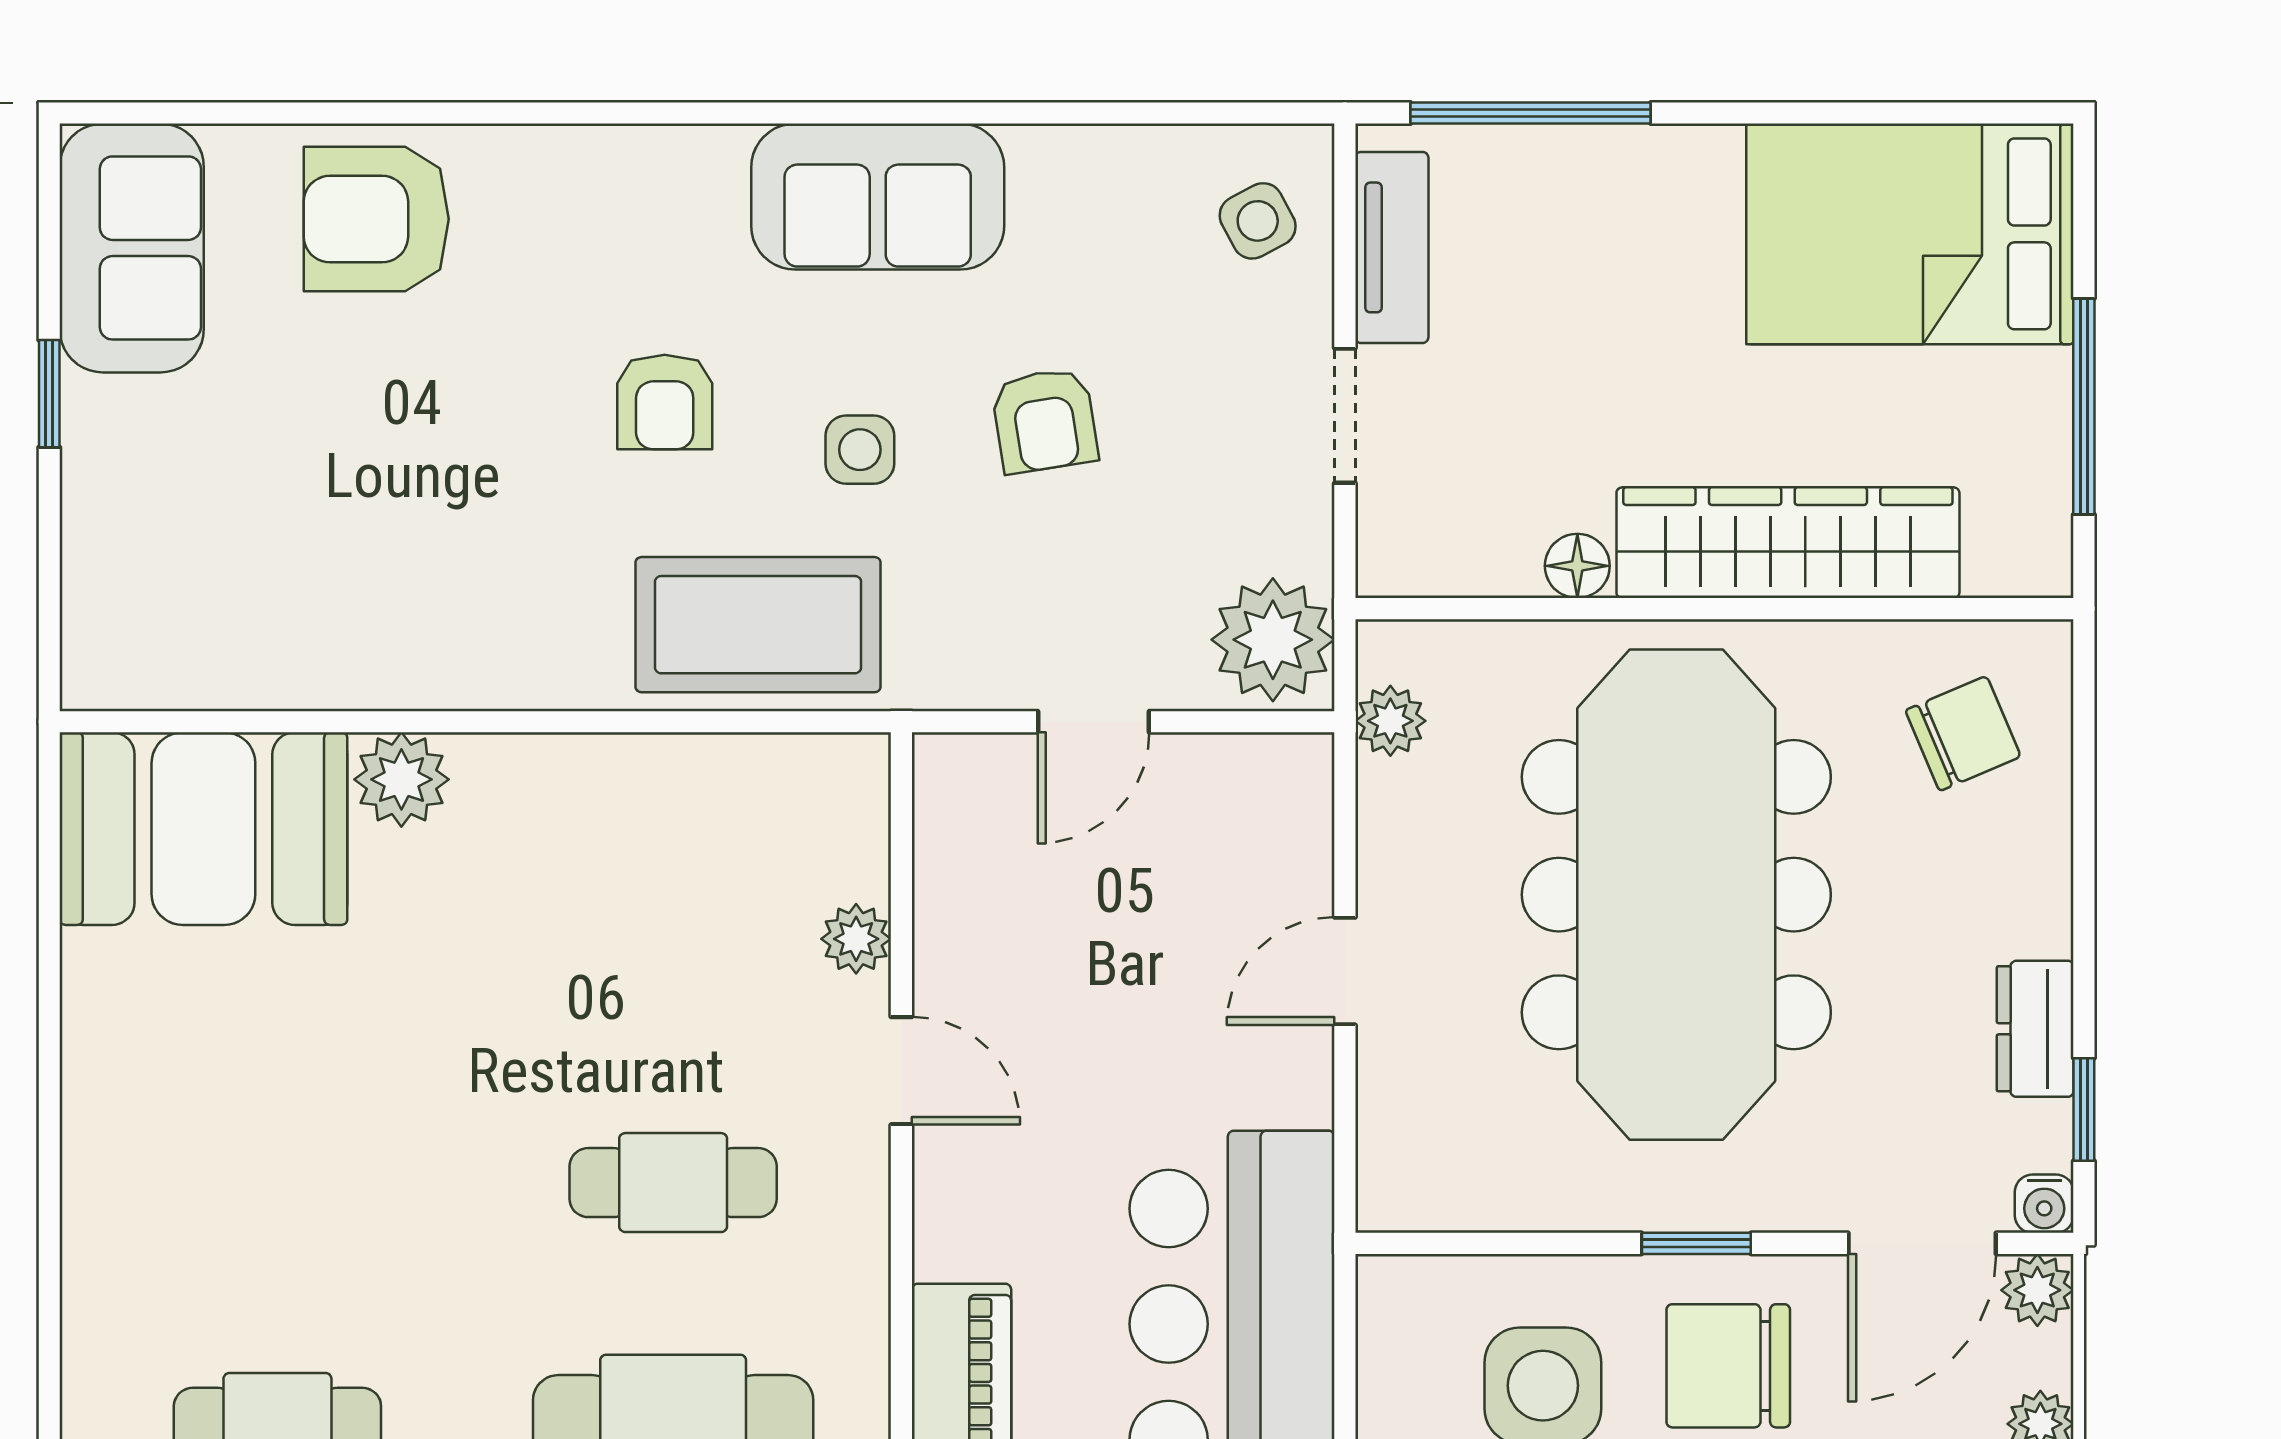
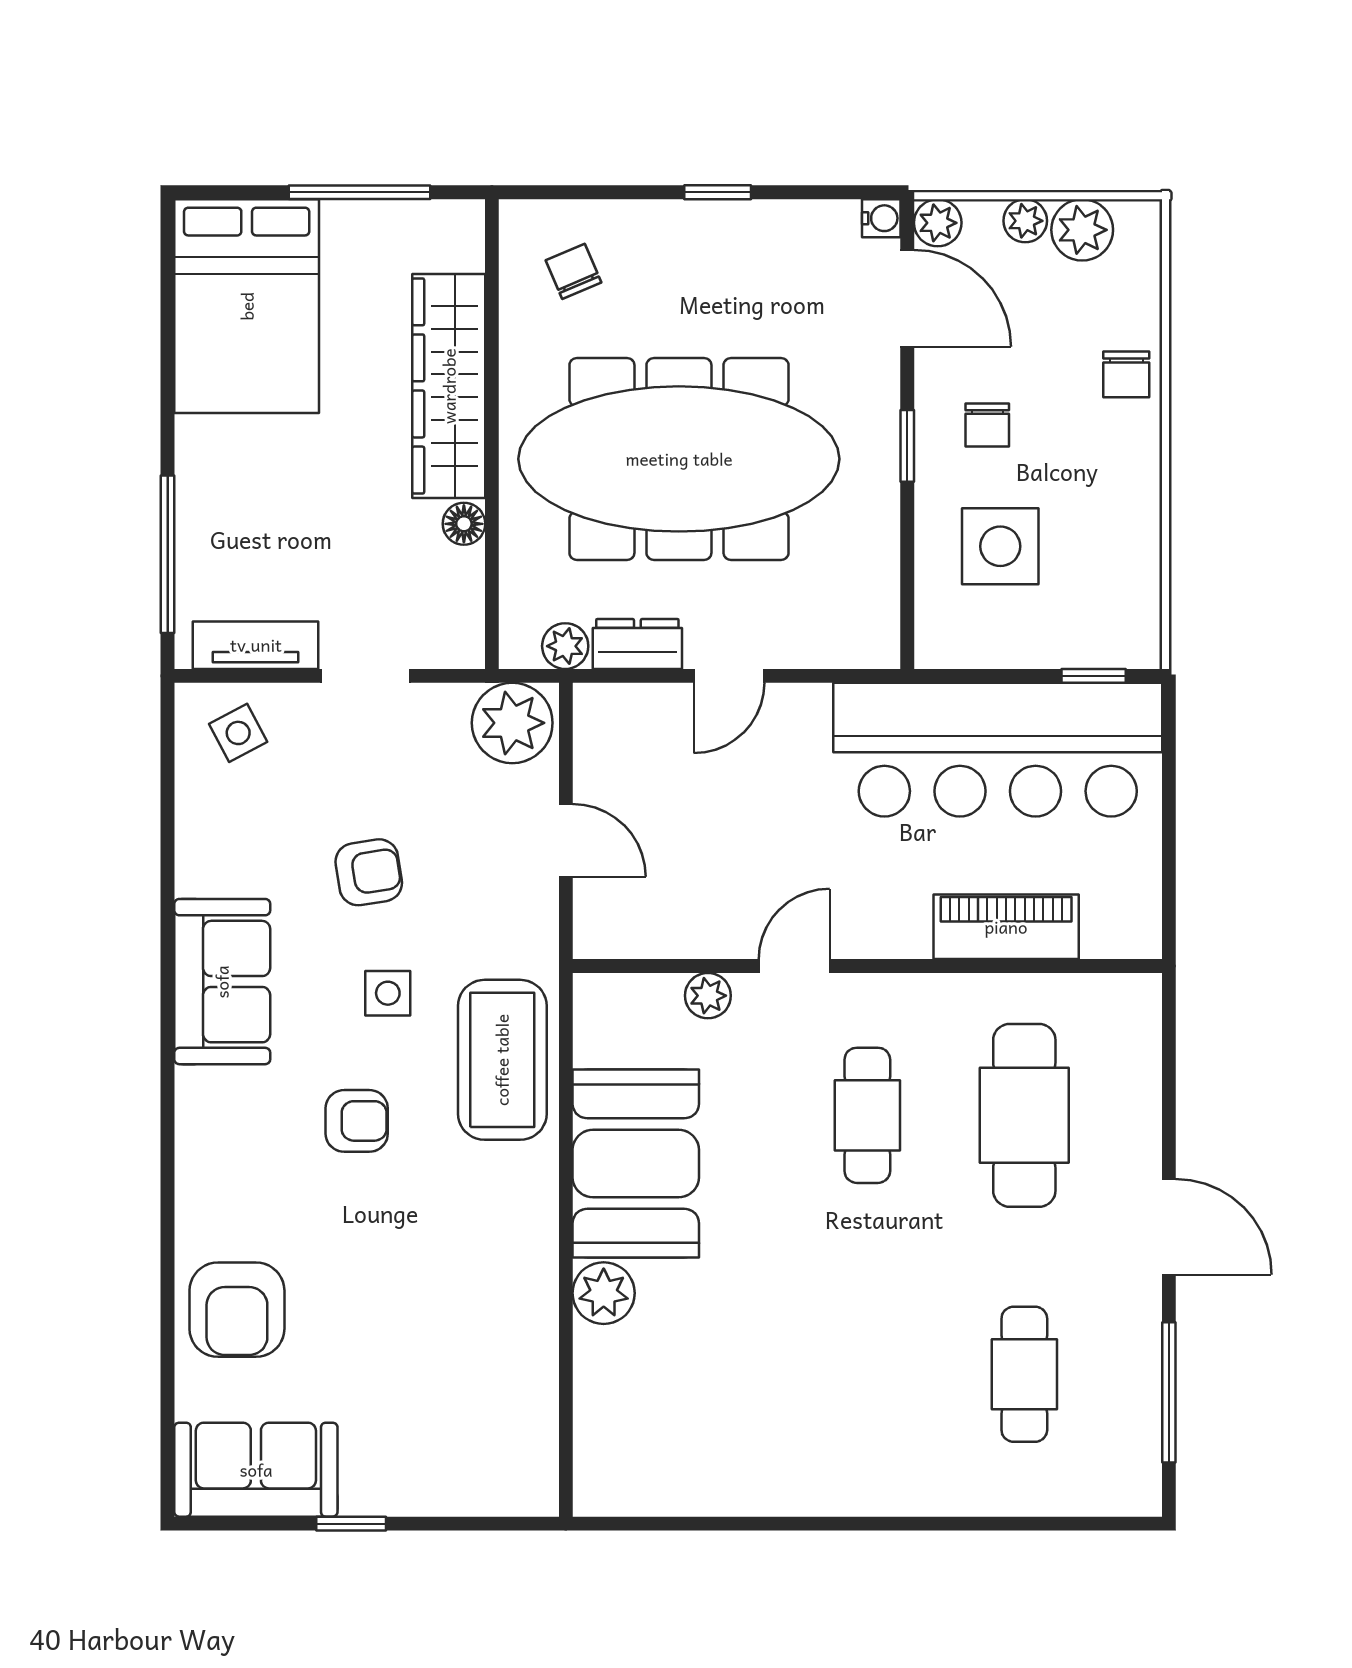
chair: (1963, 733) -> (574, 271), width x0.73, depth x0.73
booth: (203, 829) -> (636, 1164), moved
door: (1345, 971) -> (729, 676), hinge flipped
dresser: (2035, 1029) -> (637, 644), moved, turned 180
window: (2084, 1109) -> (718, 192), moved
chair: (1728, 1366) -> (987, 425), width x0.54, depth x0.54

